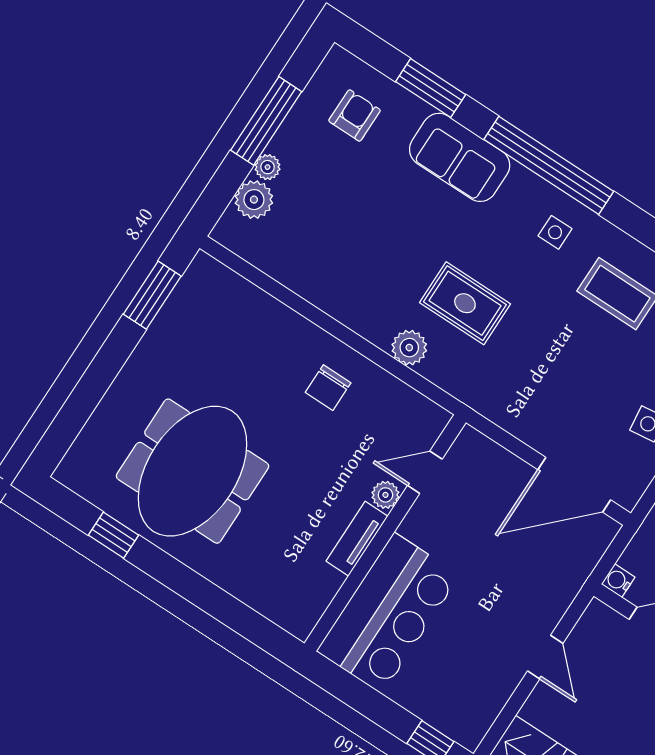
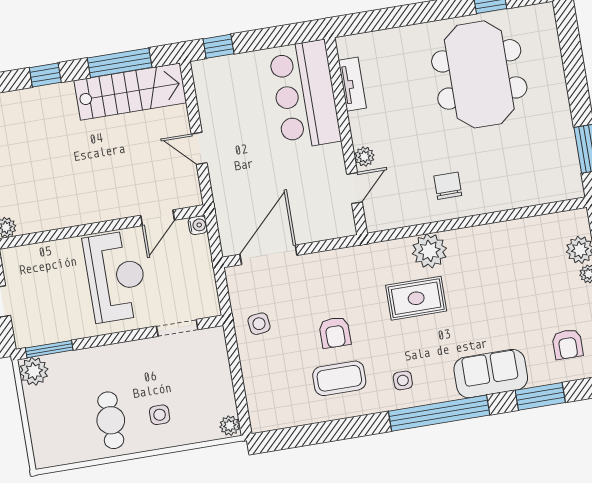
armchair: (579, 344) -> (335, 333), added
plant: (409, 348) -> (429, 251), width x1.36, depth x1.36
tv unit: (357, 539) -> (352, 84), moved

